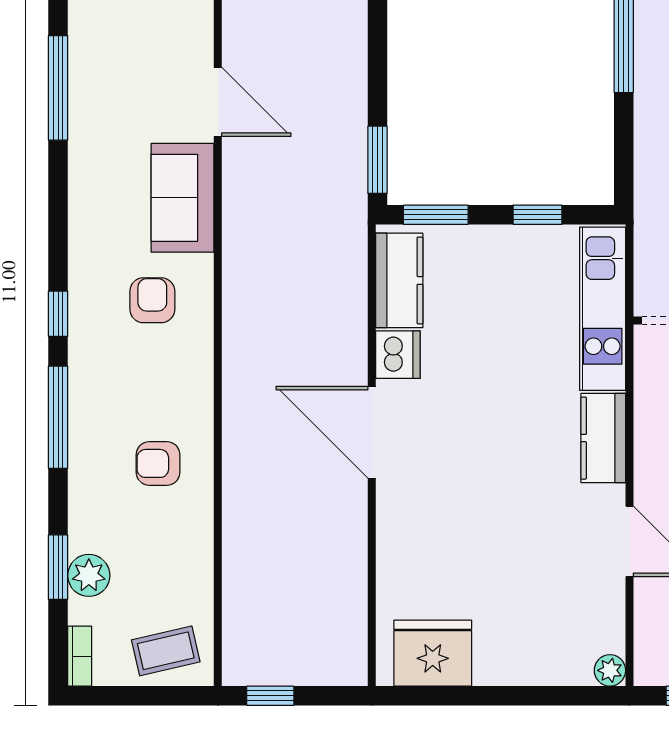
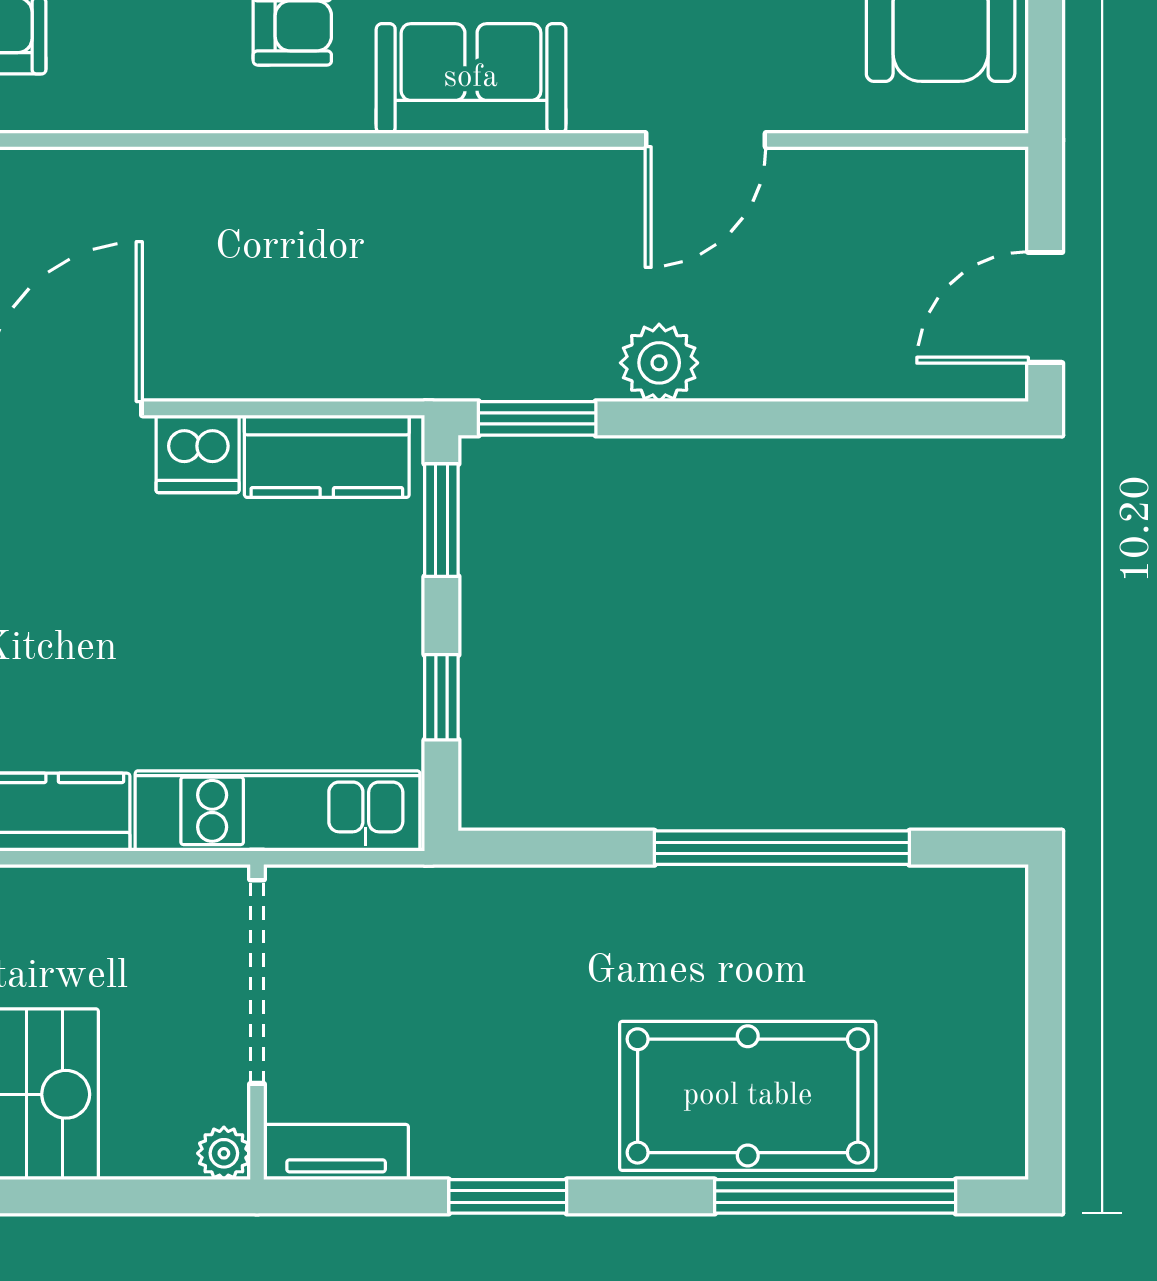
plant: (346, 90) -> (659, 363), added
door: (218, 102) -> (706, 140), moved

